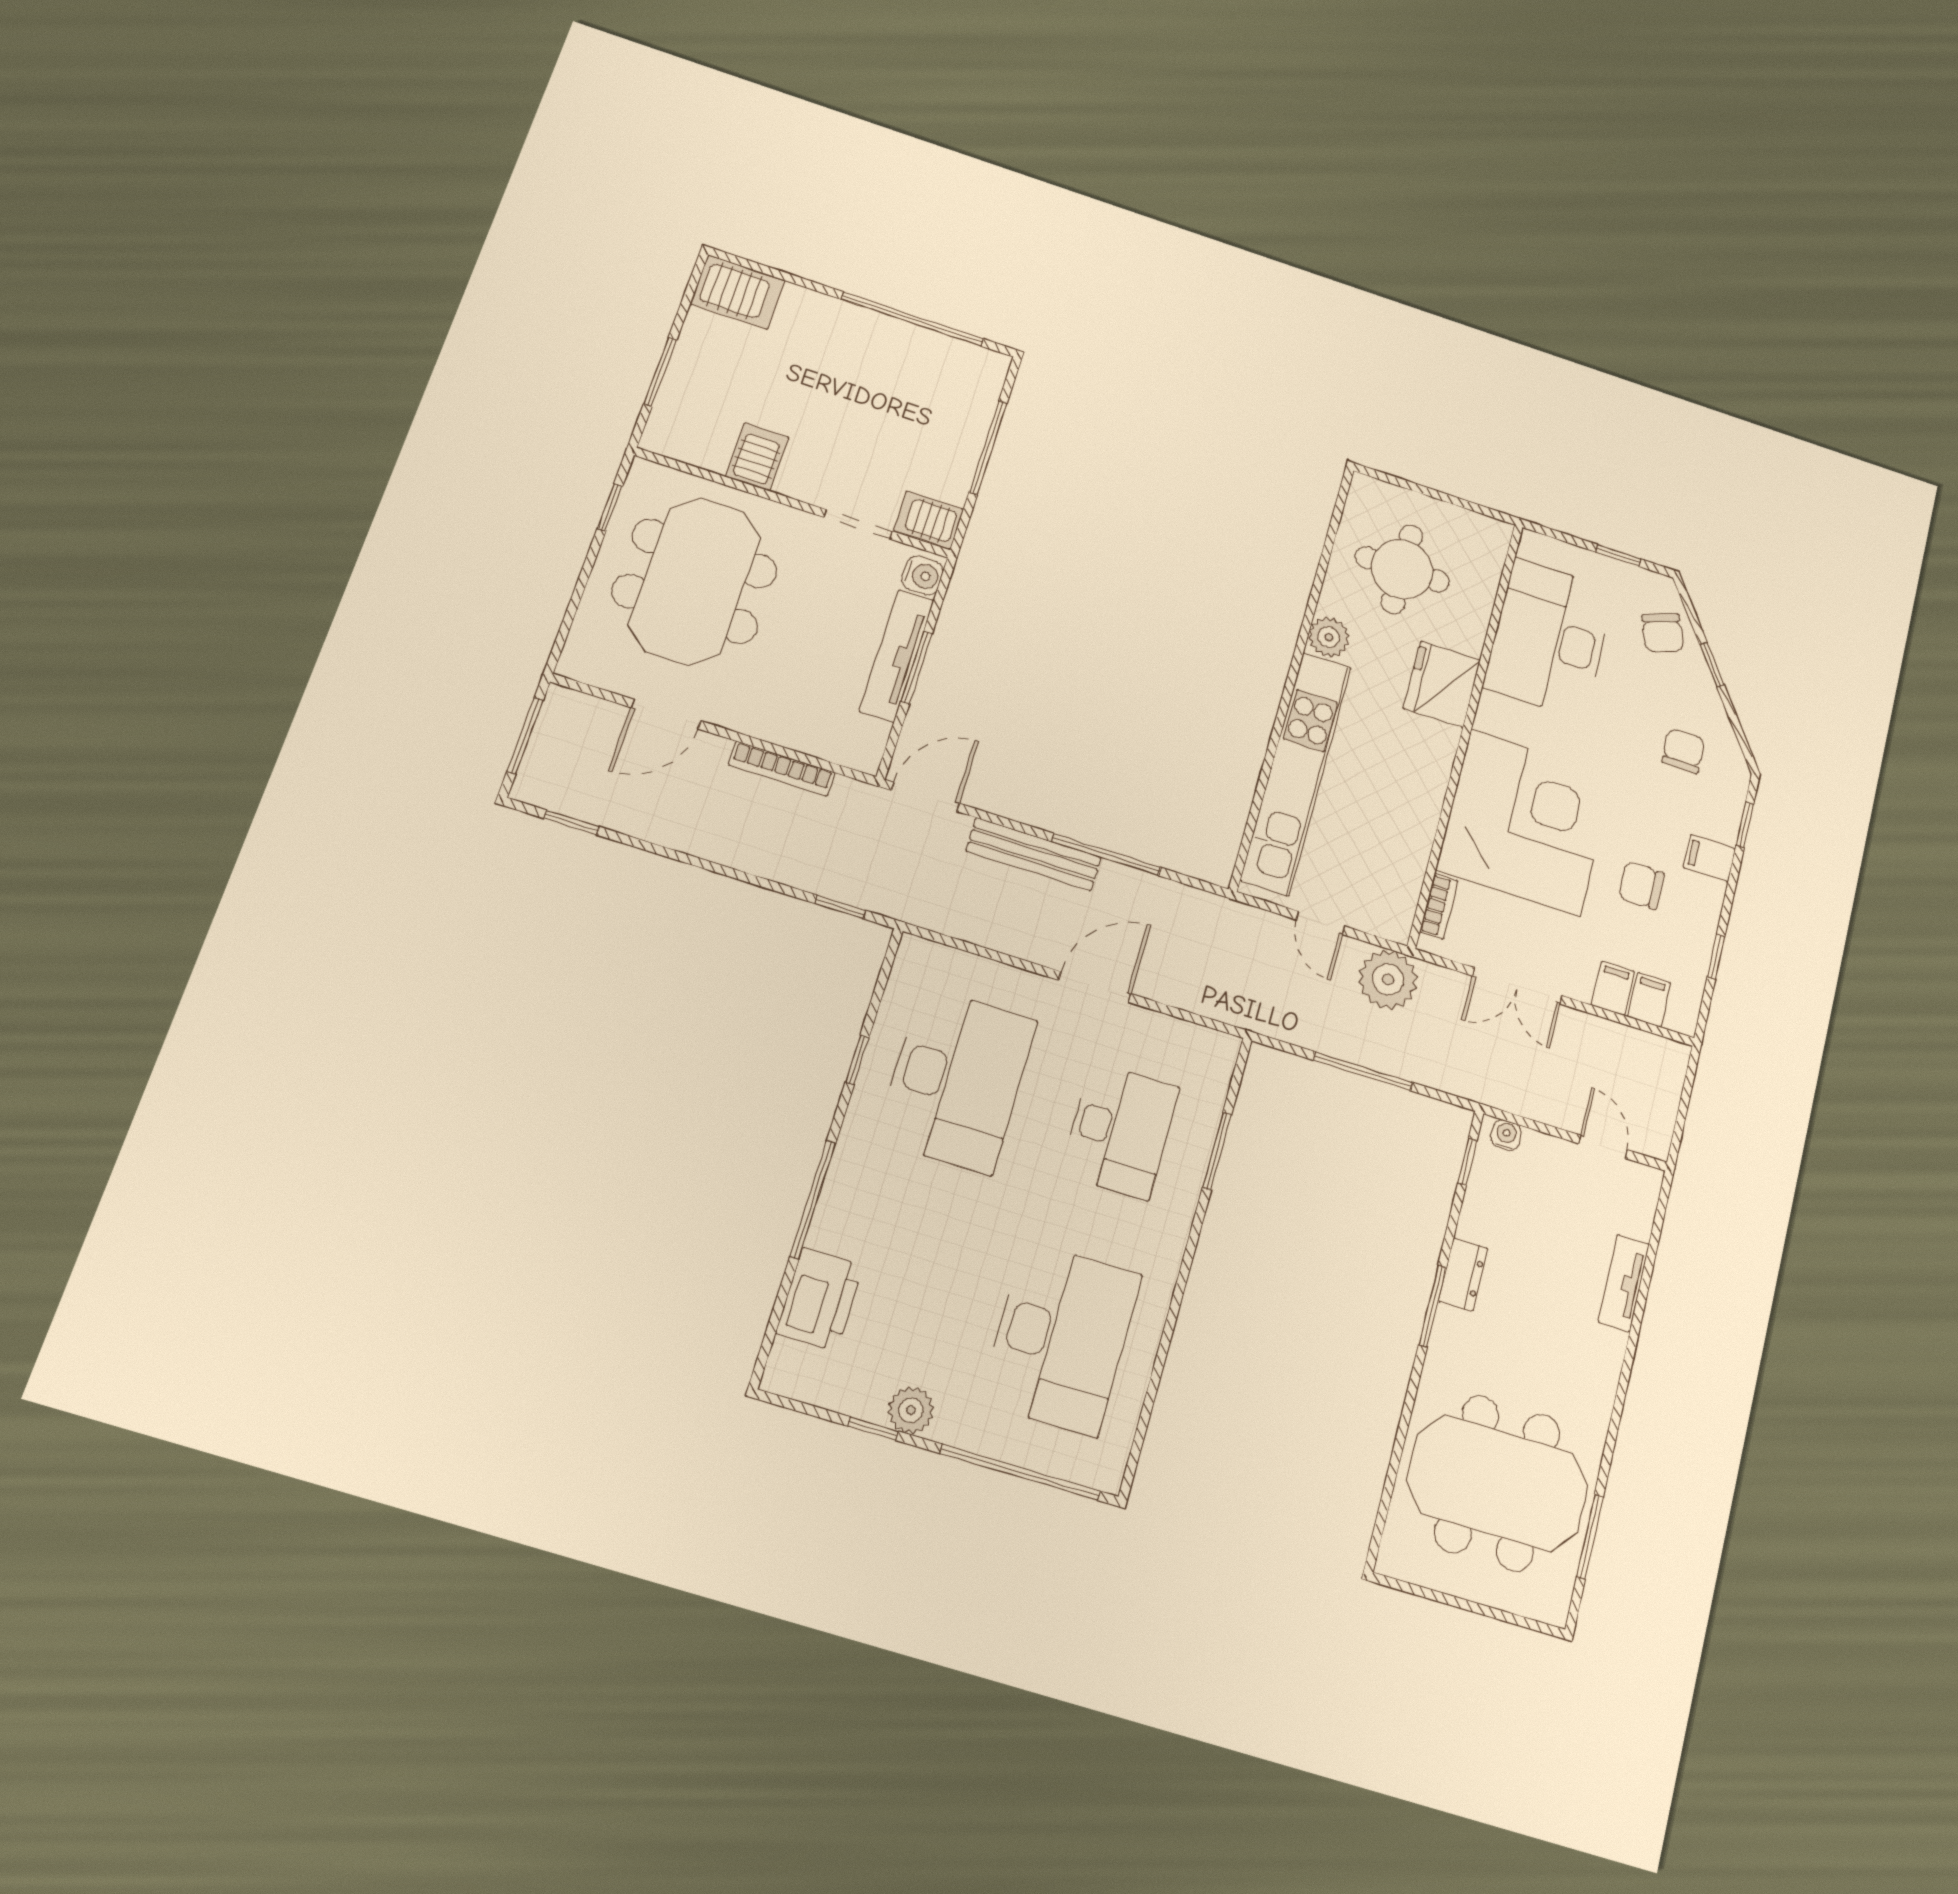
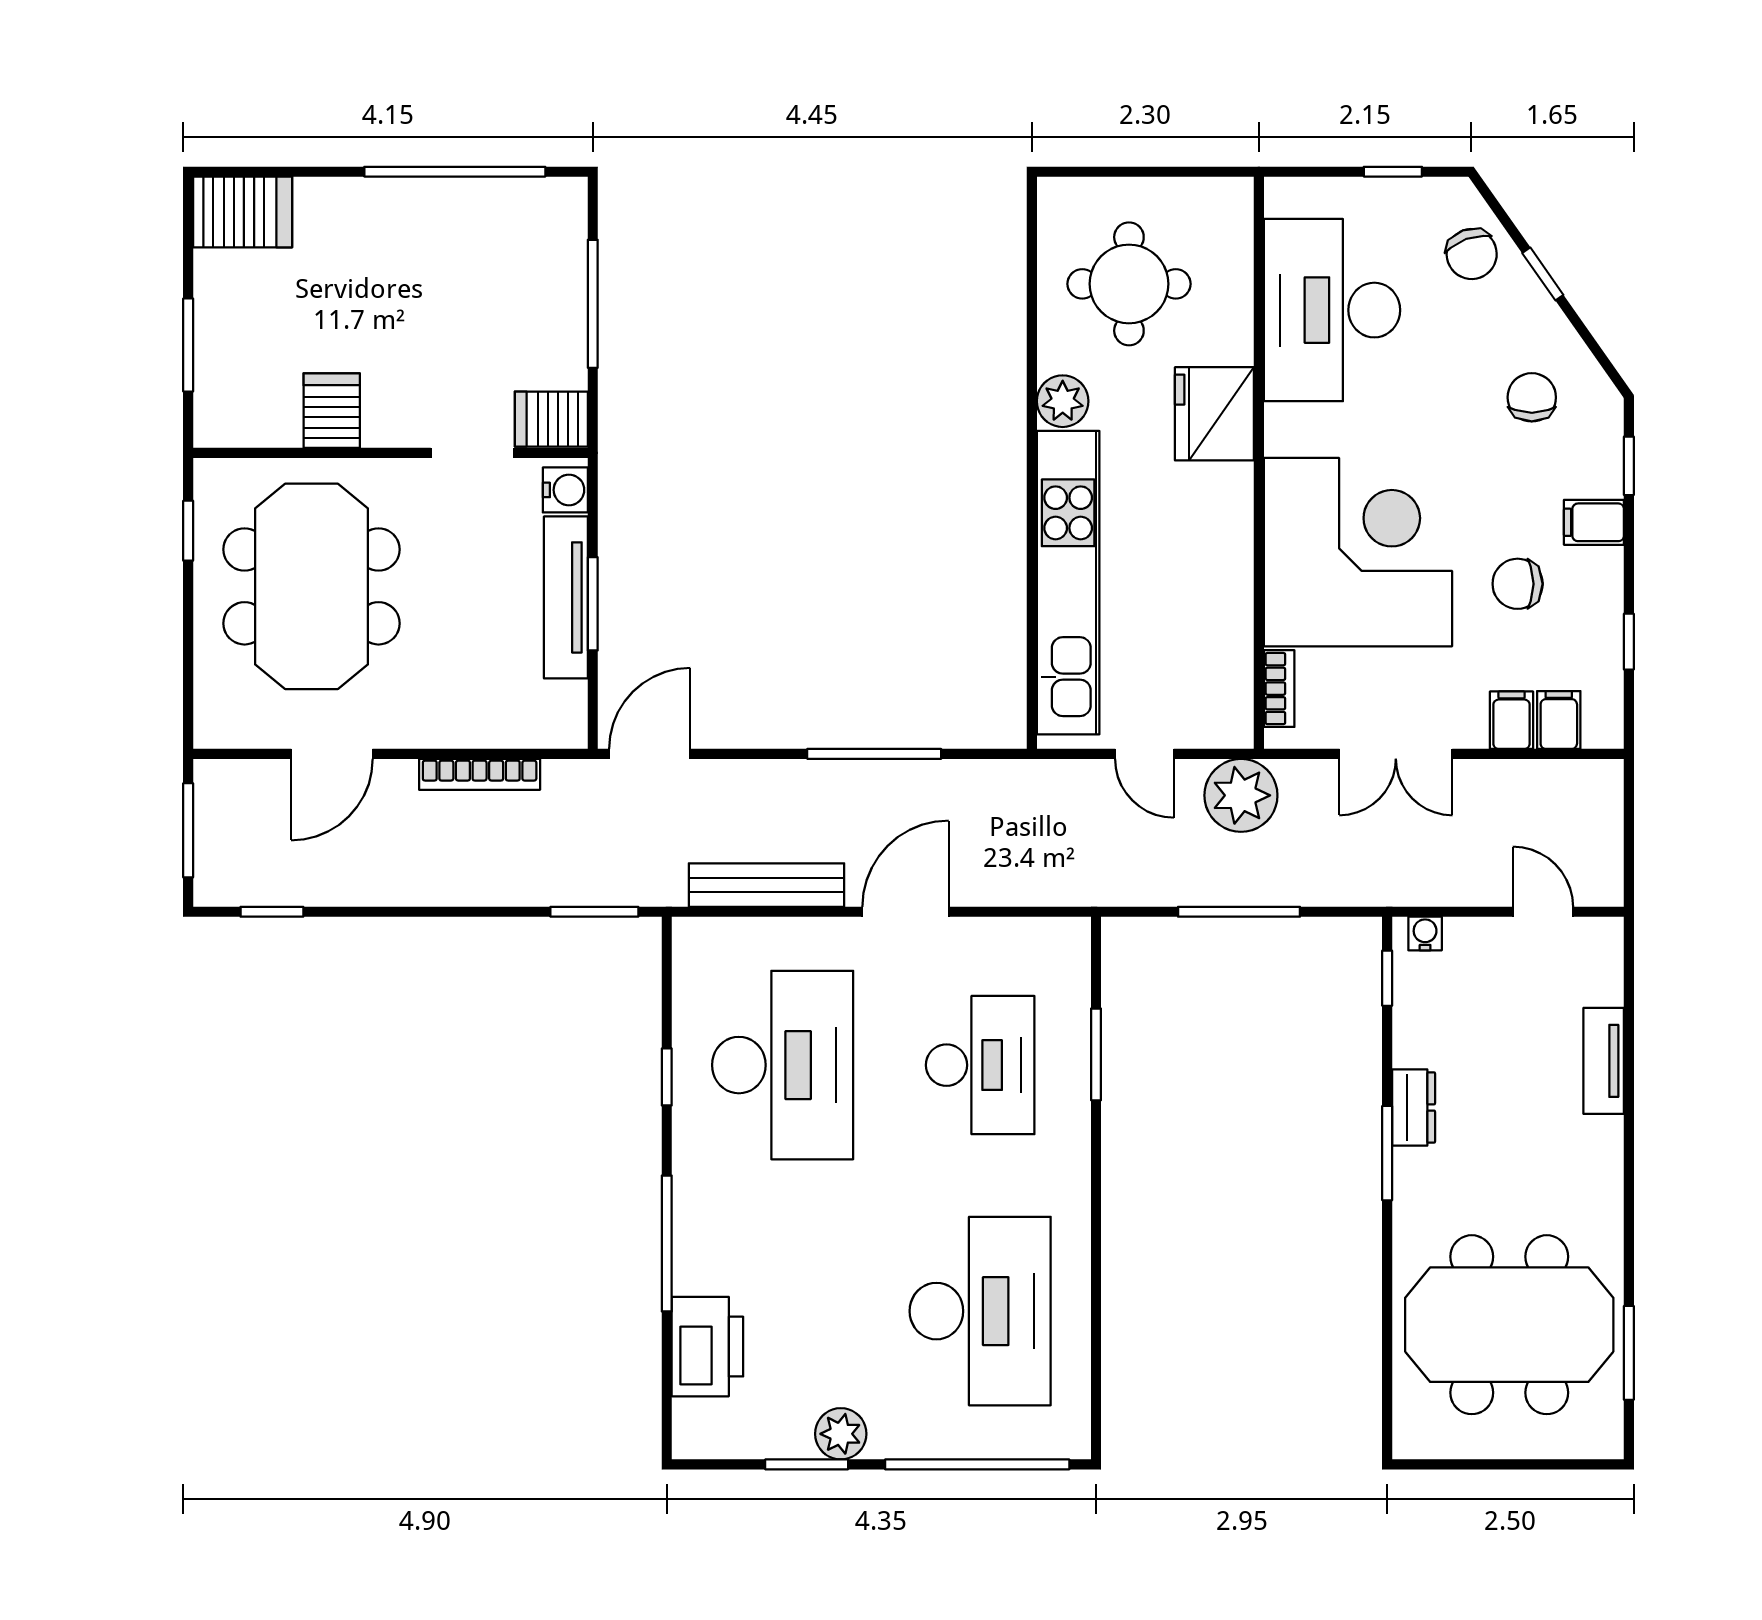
bench: (1034, 854) -> (766, 885), moved
window: (840, 907) -> (594, 912), width x1.50
window: (873, 1429) -> (807, 1464), width x1.50

